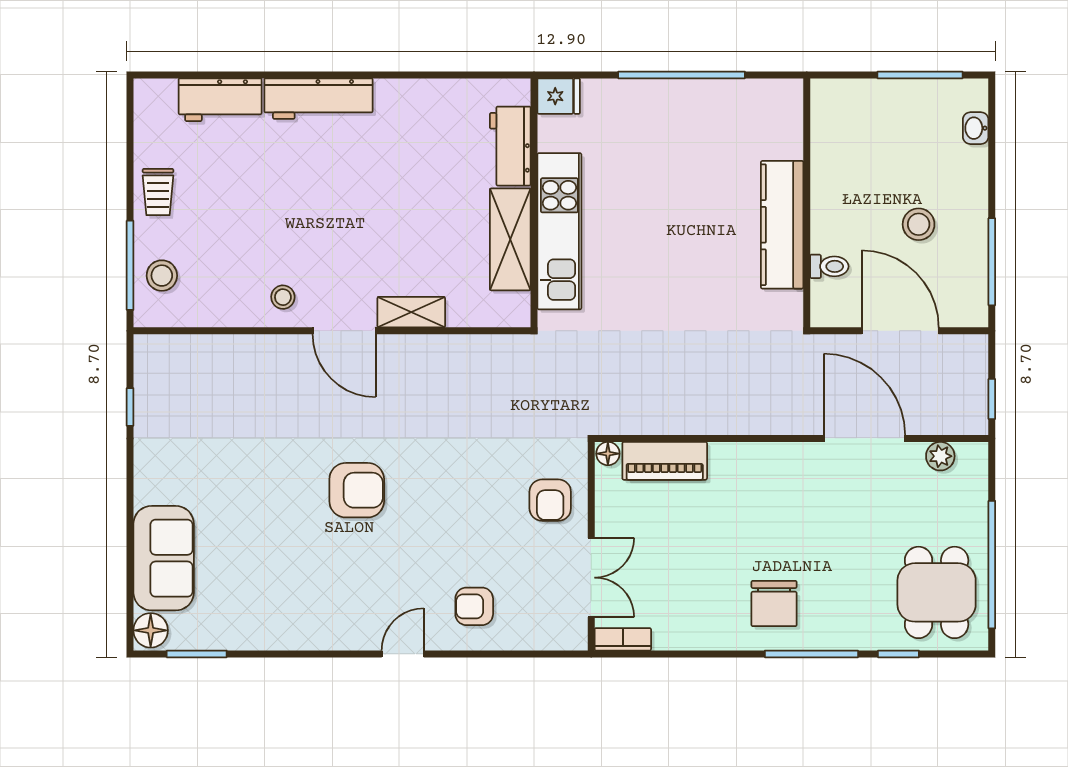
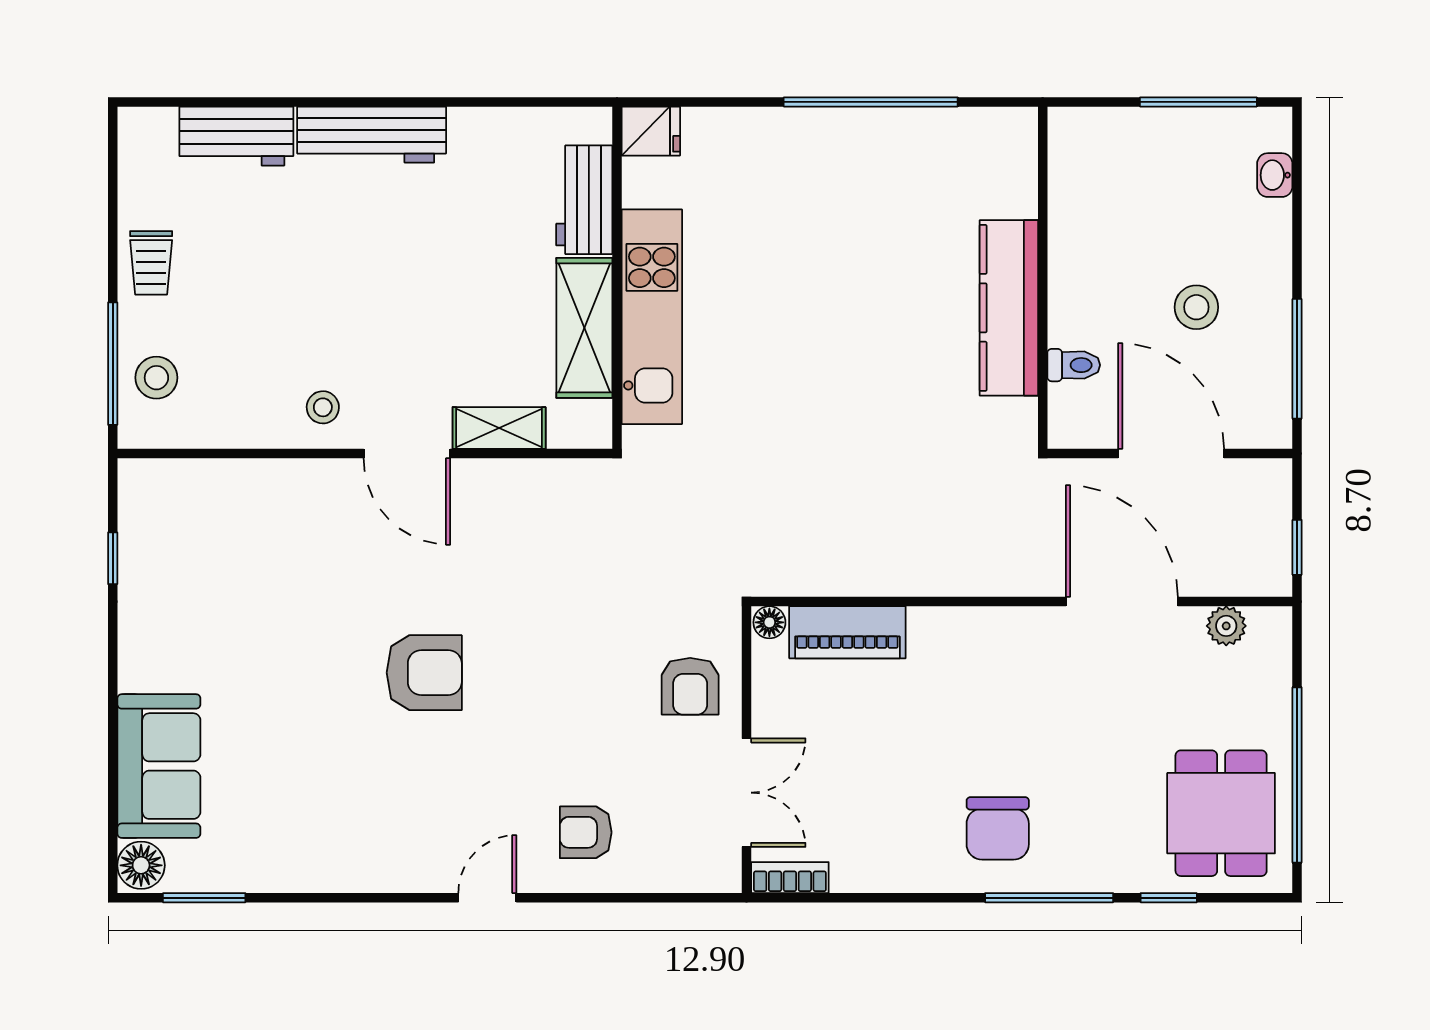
fridge: (559, 96) -> (651, 131), moved
workbench: (510, 146) -> (584, 200), moved
wall: (534, 203) -> (617, 278), moved
kitchen unit: (559, 231) -> (652, 317), moved
shelving: (510, 239) -> (584, 328), moved

